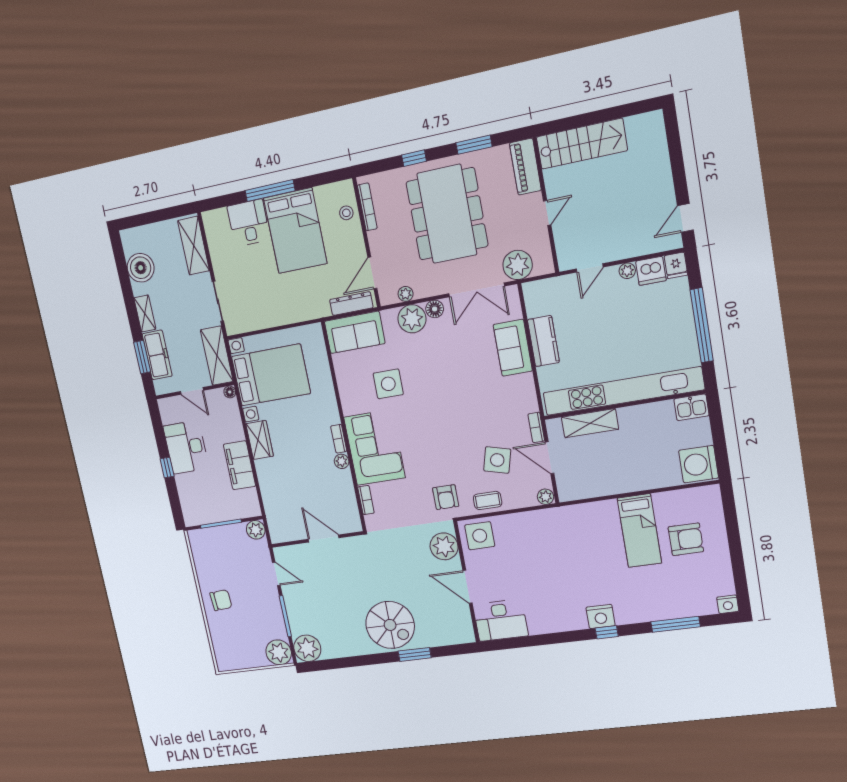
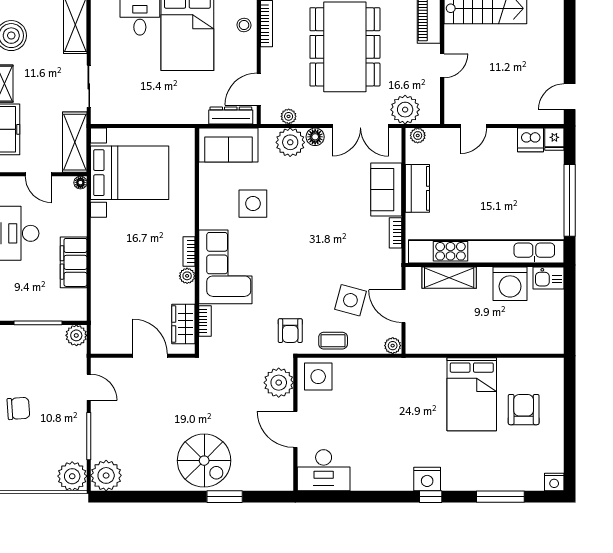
plant: (627, 271) -> (418, 135), moved
bookcase: (536, 427) -> (396, 233), moved
wardrobe: (260, 440) -> (183, 324), moved, turned 180
washing machine: (699, 464) -> (510, 284), moved, turned -90
bed: (639, 531) -> (472, 394), width x1.50
armchair: (686, 539) -> (524, 410), turned -90

